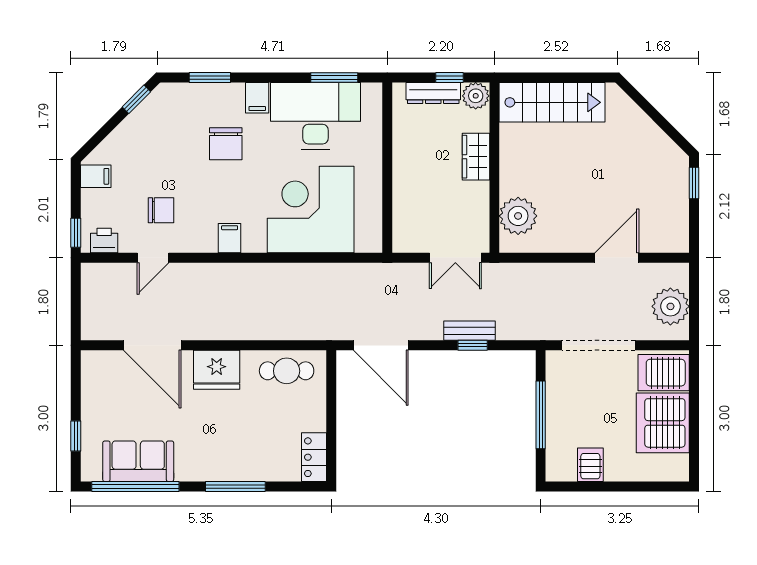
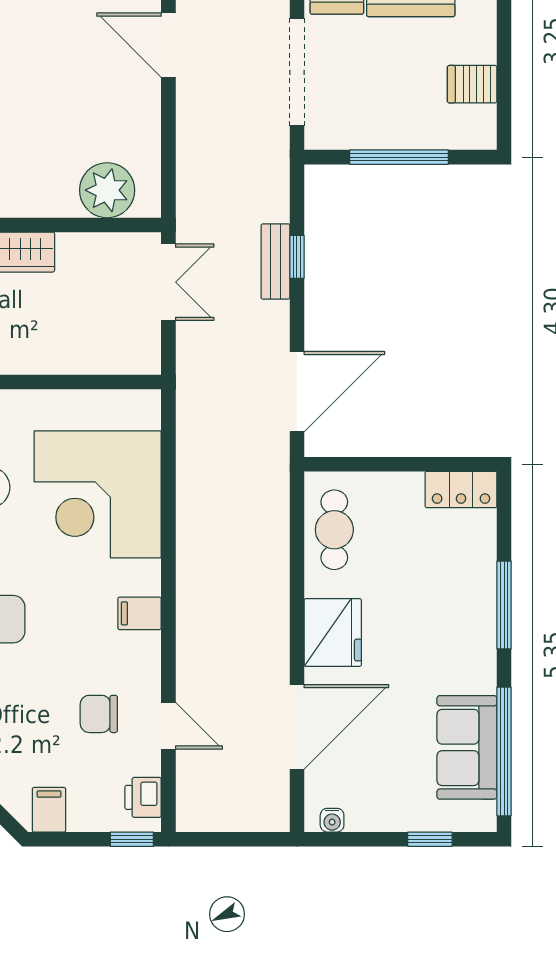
chair: (161, 210) -> (99, 714), turned -90
water cooler: (89, 369) -> (332, 820), added

